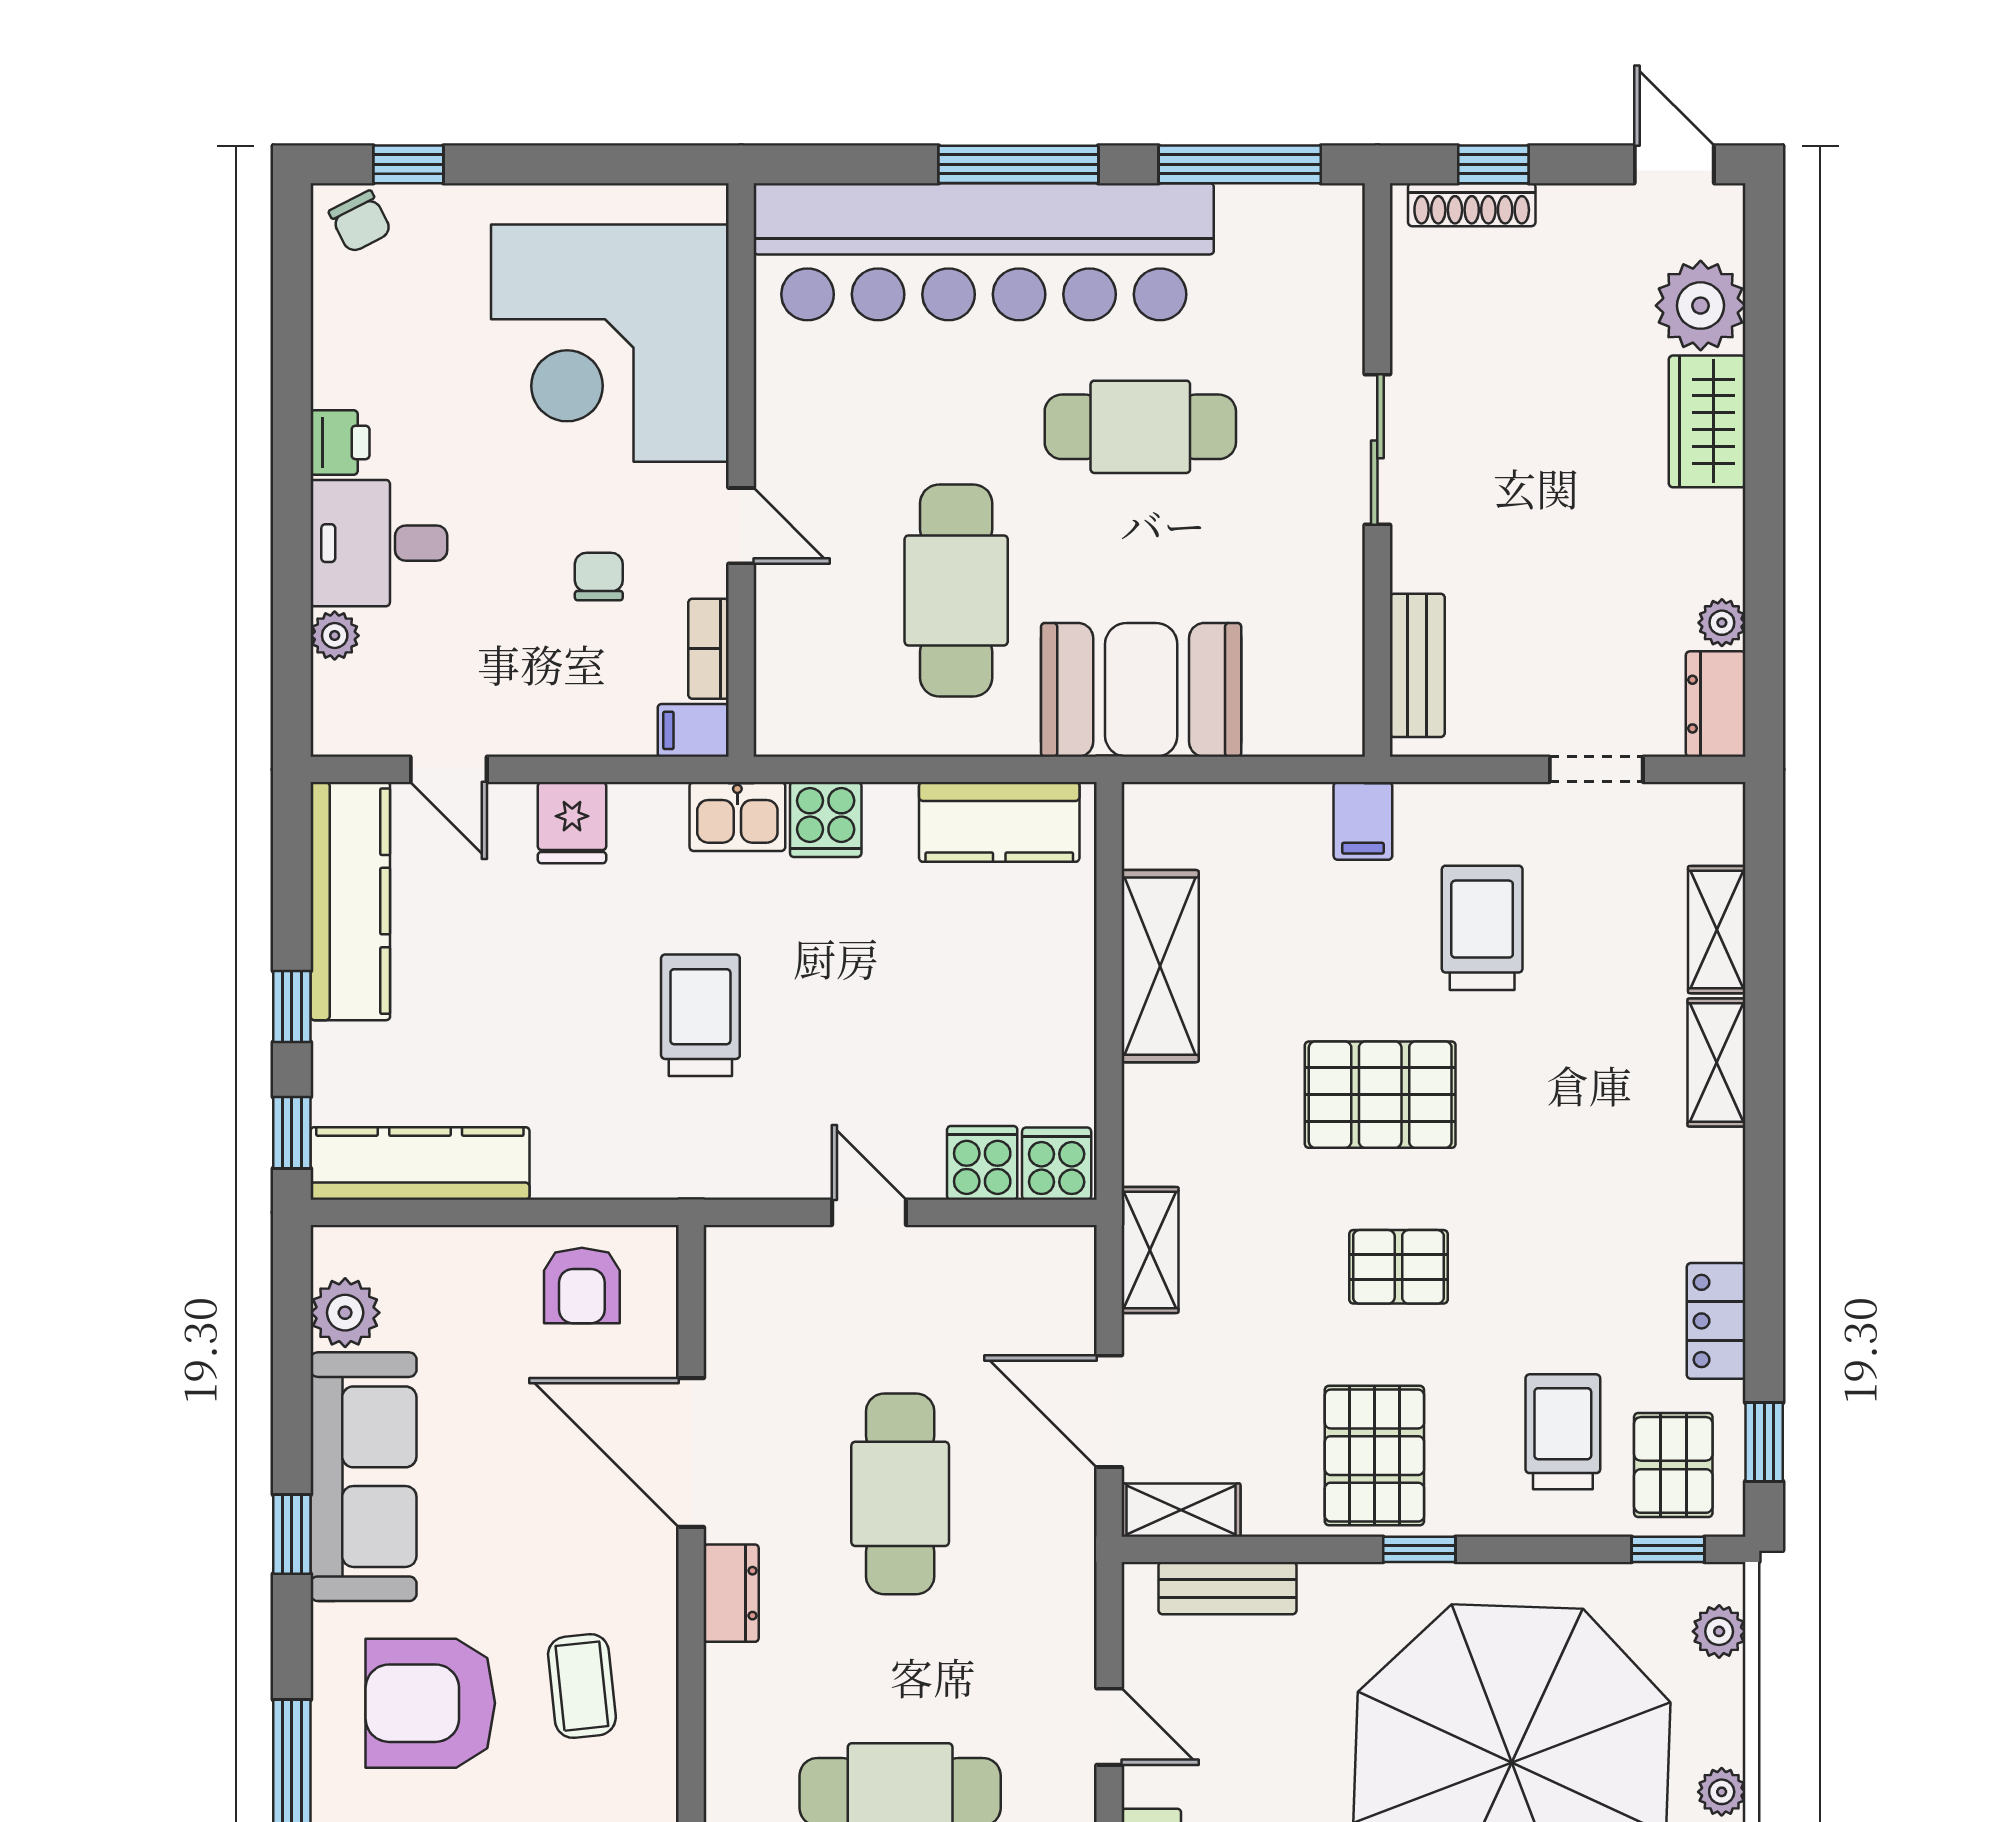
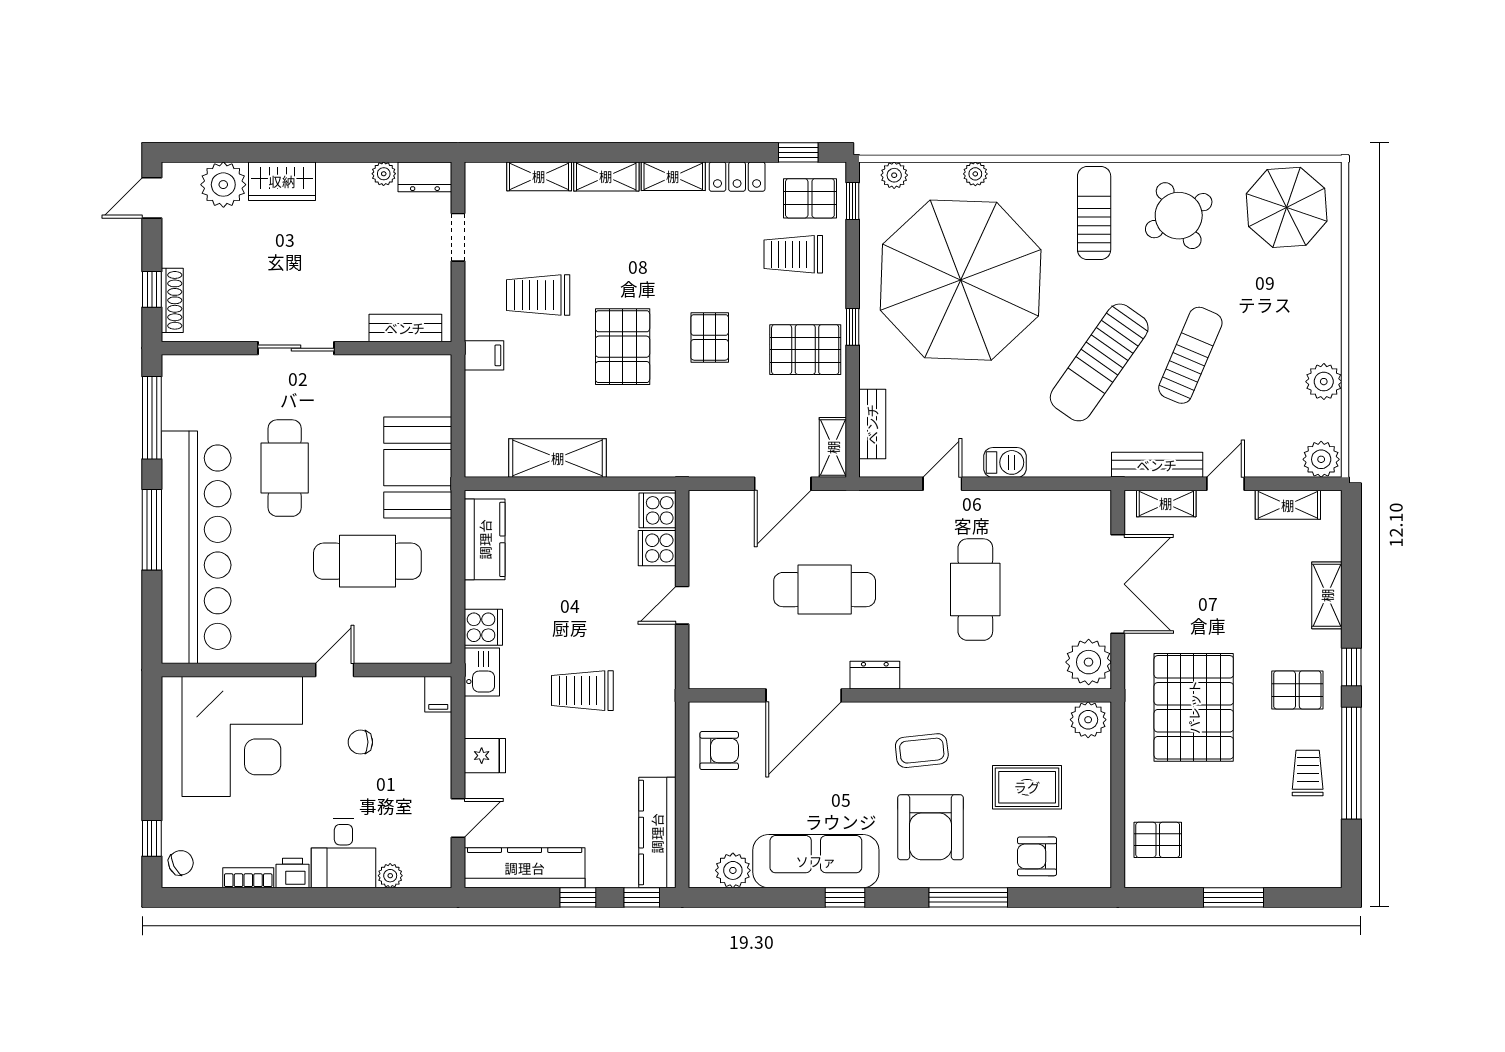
bookcase: (708, 649) -> (248, 878), moved, turned 180
shelving: (1150, 1250) -> (673, 176), moved

